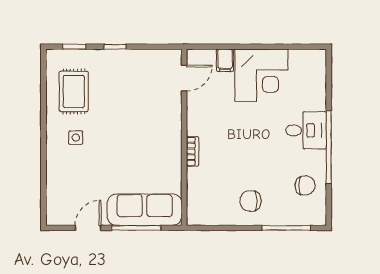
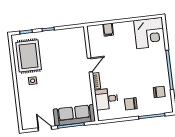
corner desk: (261, 75) -> (150, 33), moved
door: (184, 78) -> (90, 65), moved
rug: (74, 91) -> (29, 56), width x1.36, depth x1.43
desk: (306, 130) -> (106, 99), moved, turned 180
door: (88, 228) -> (45, 129), hinge flipped

